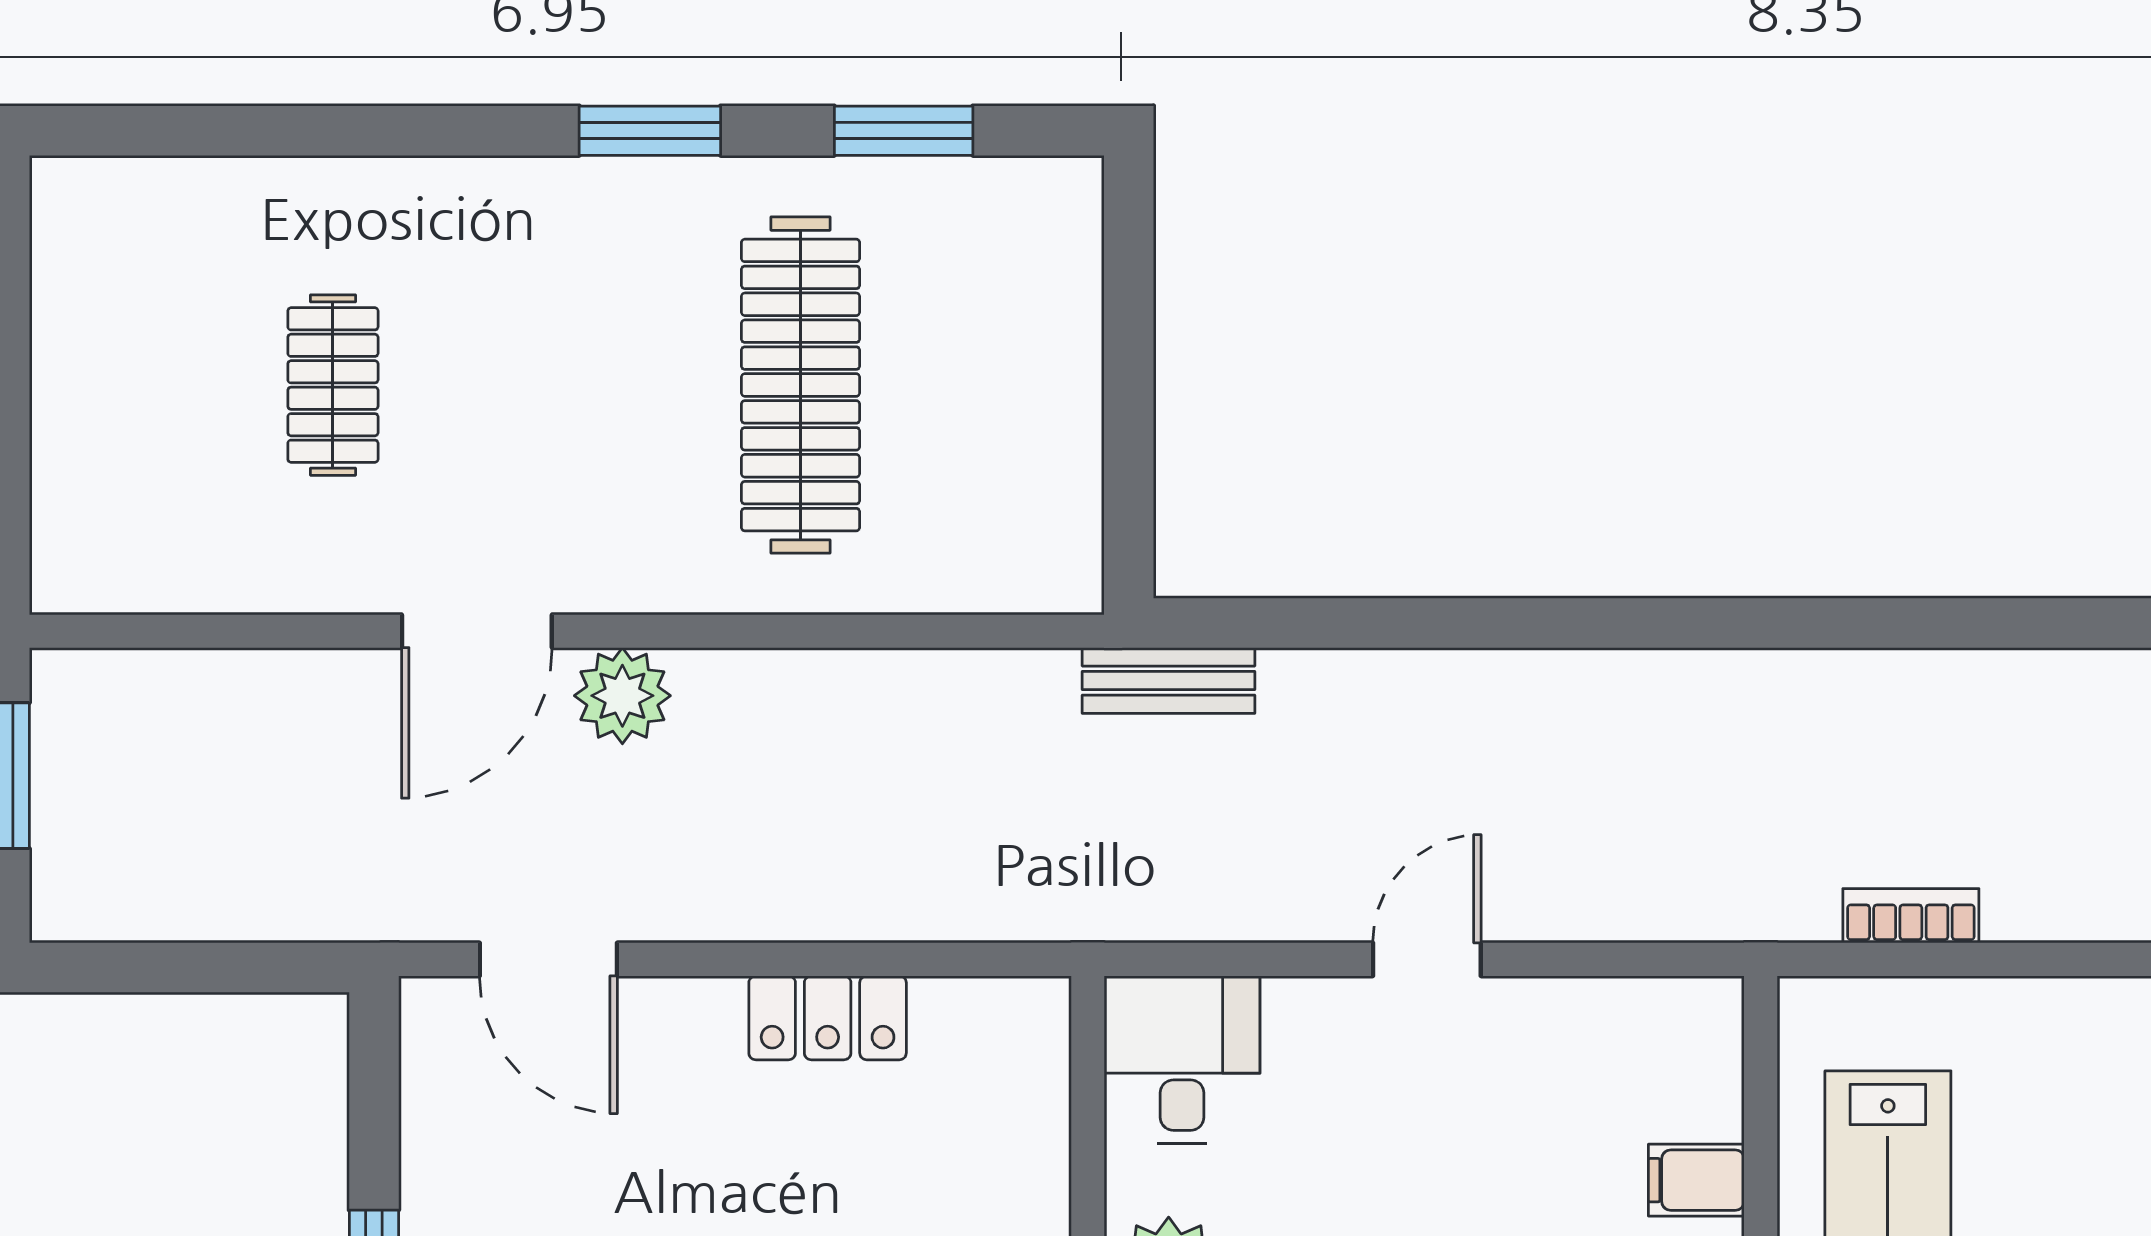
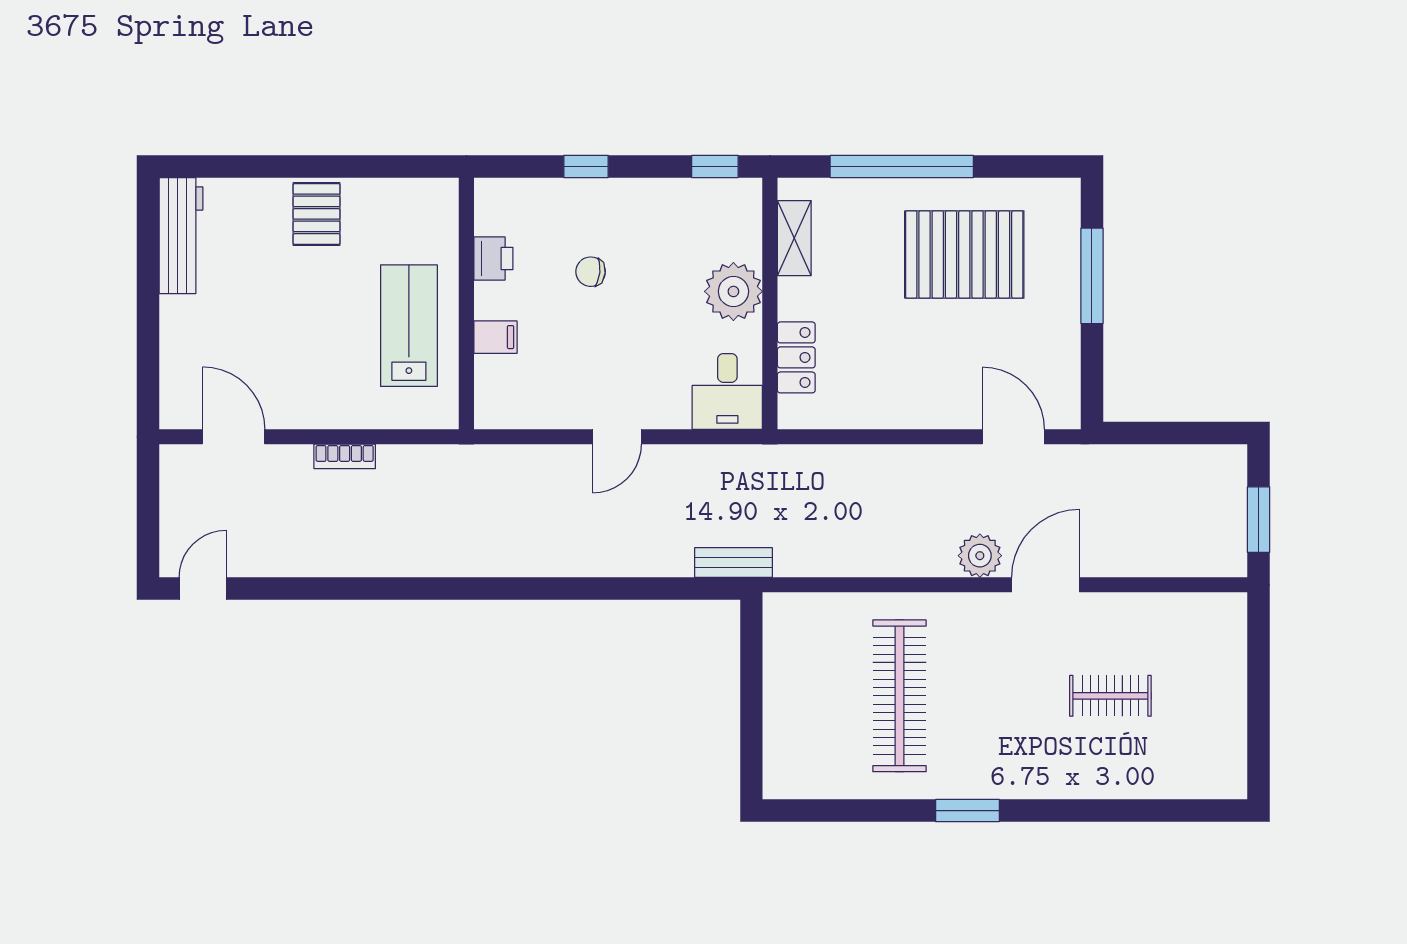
window: (904, 131) -> (853, 811), removed
clothes rail: (333, 385) -> (1110, 696), turned 90
bookcase: (1911, 916) -> (345, 456), moved
locker: (828, 1018) -> (796, 357), moved, turned 90

